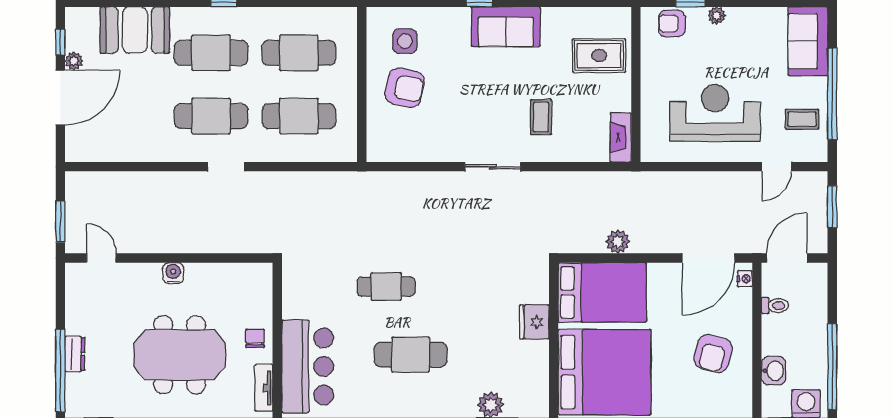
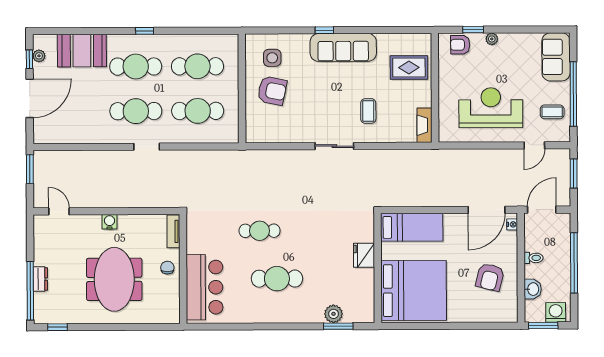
sofa: (506, 27) -> (343, 47), width x1.36
plant: (74, 61) -> (39, 56), moved
window: (60, 222) -> (30, 169), moved
plant: (618, 242) -> (423, 199), removed
bed: (602, 292) -> (412, 227), width x0.67
toilet: (775, 306) -> (534, 258), moved
meeting table: (180, 355) -> (114, 279), turned 90
window: (832, 367) -> (574, 263), moved
tv unit: (264, 388) -> (173, 231), moved

